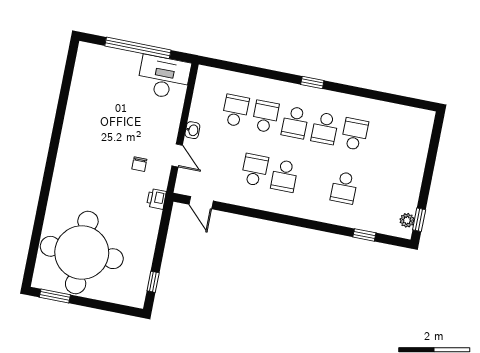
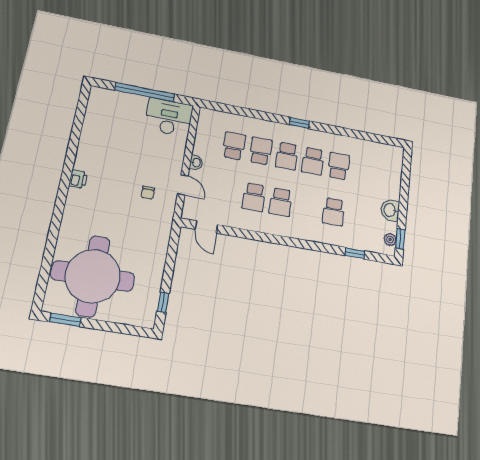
school desk: (255, 170) -> (254, 197), turned 180
washbasin: (411, 187) -> (390, 210), added
printer: (156, 199) -> (78, 179), moved, turned 180

